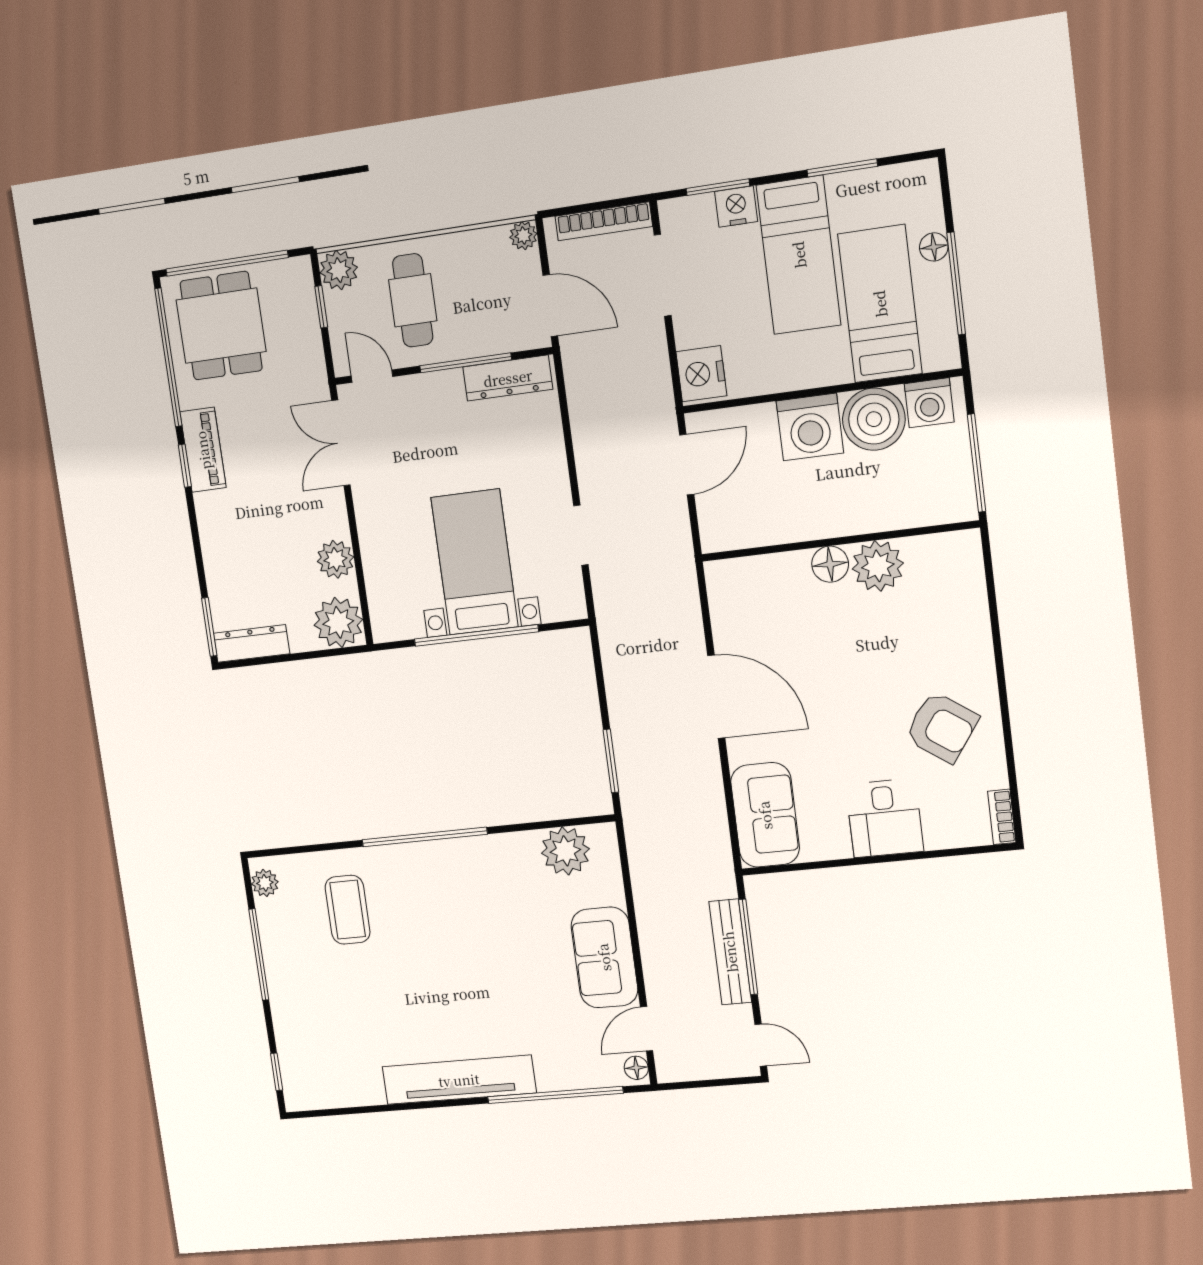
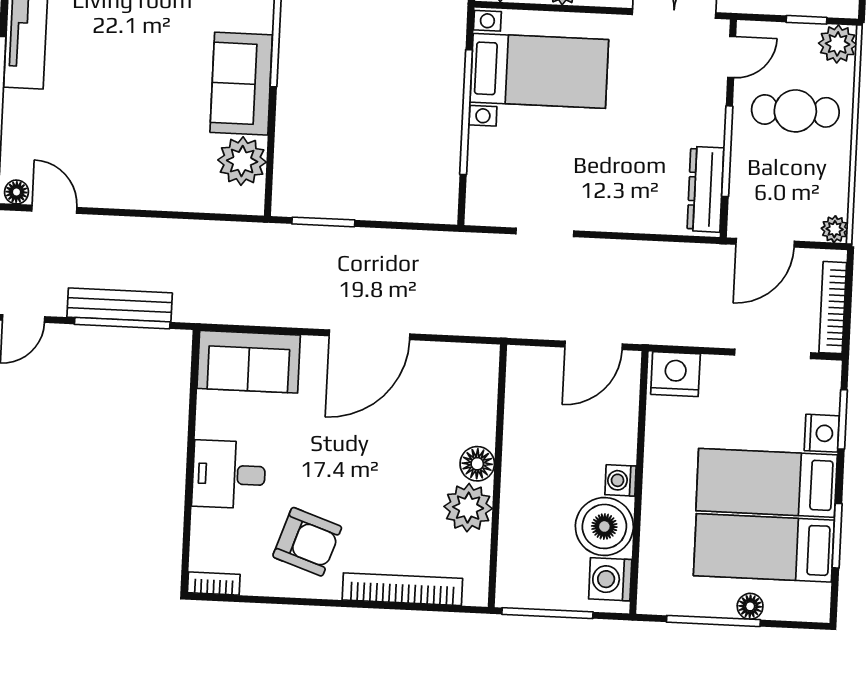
bed: (880, 304) -> (764, 548), moved, turned 180
washing machine: (810, 427) -> (621, 480), width x0.53, depth x0.53
door: (687, 465) -> (594, 345), hinge flipped
bed with nightstands: (475, 562) -> (539, 71), moved
bookcase: (976, 620) -> (402, 589), added
armchair: (942, 727) -> (307, 542), turned -106
sofa: (604, 957) -> (241, 84), moved, turned -90

